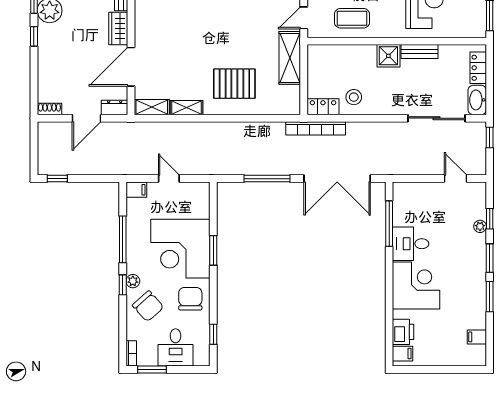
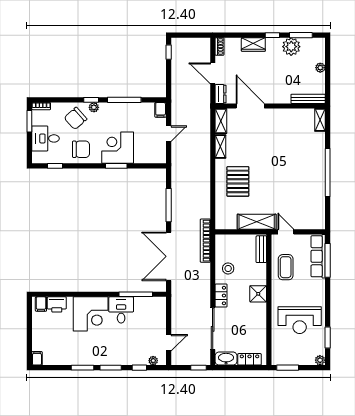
wardrobe: (118, 28) -> (253, 44), moved, turned 180
bench: (420, 52) -> (261, 249), moved
locker: (323, 107) -> (221, 296), moved
plant: (480, 226) -> (153, 361), moved
corner desk: (180, 249) -> (118, 148), width x0.74, depth x0.74
filing cabinet: (477, 337) -> (37, 358), moved

